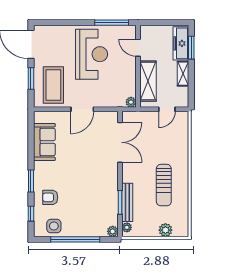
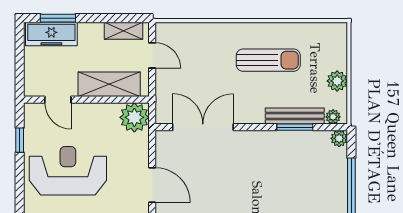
window: (112, 23) -> (20, 140), width x0.46
door: (138, 48) -> (58, 100), hinge flipped
shelving: (183, 74) -> (124, 31), moved
plant: (131, 102) -> (134, 117), width x1.87, depth x1.87
plant: (165, 230) -> (337, 81), moved

